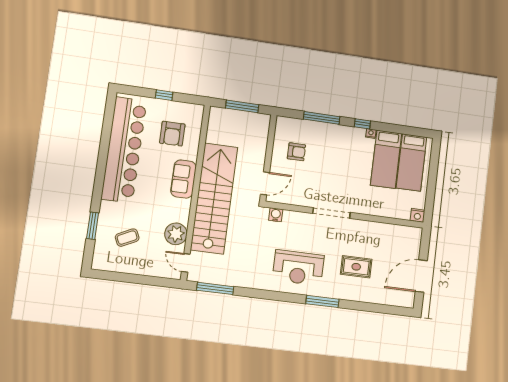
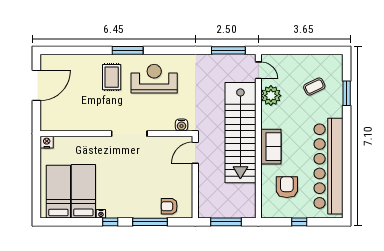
armchair: (296, 152) -> (169, 206), moved
rug: (356, 267) -> (112, 77), moved, turned 90

